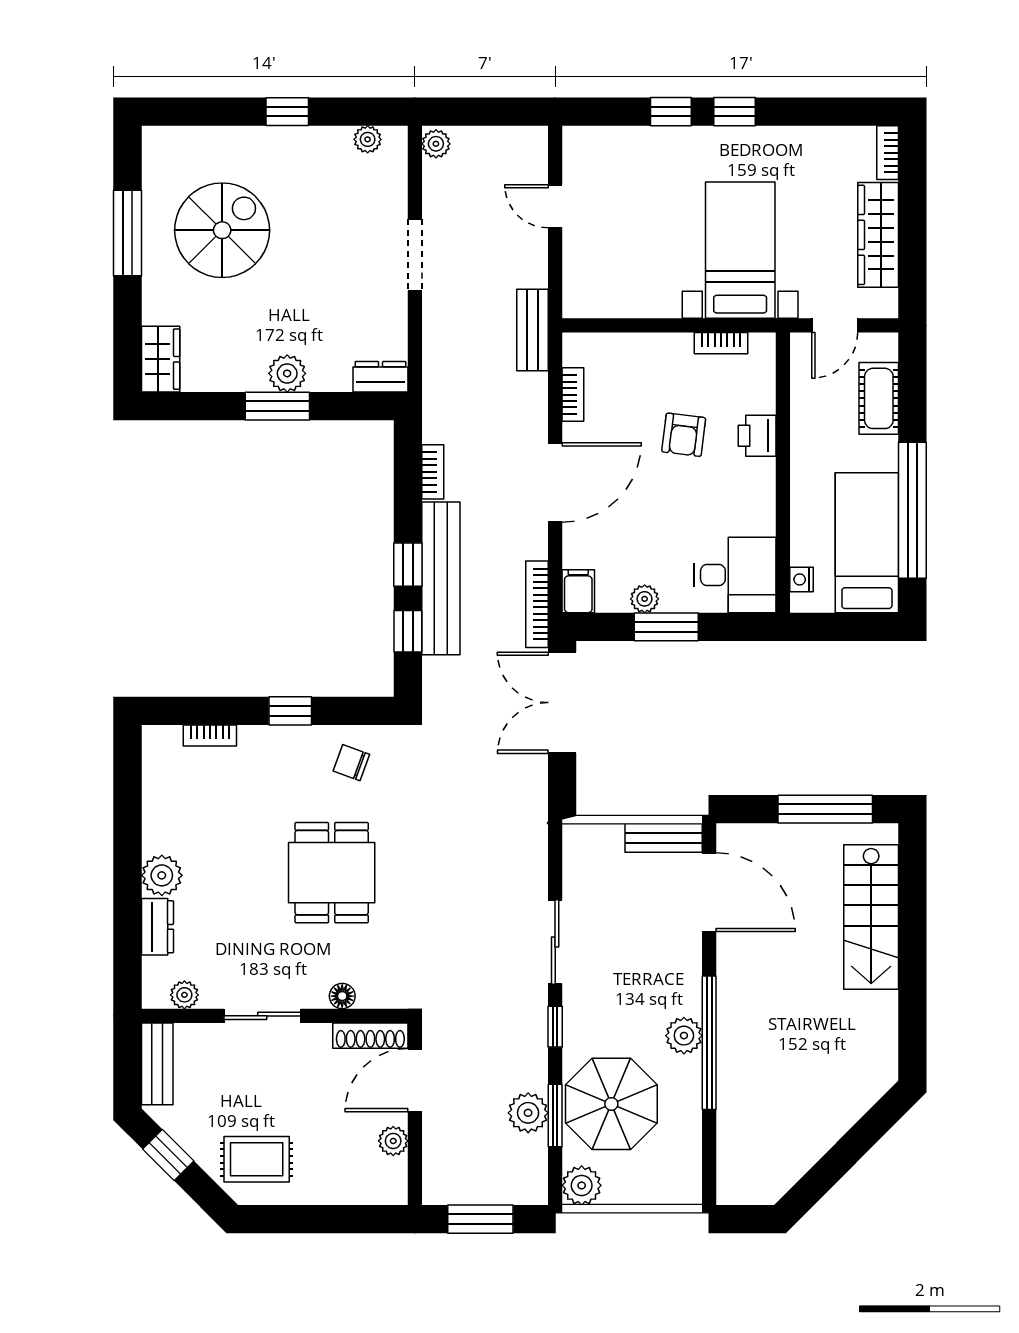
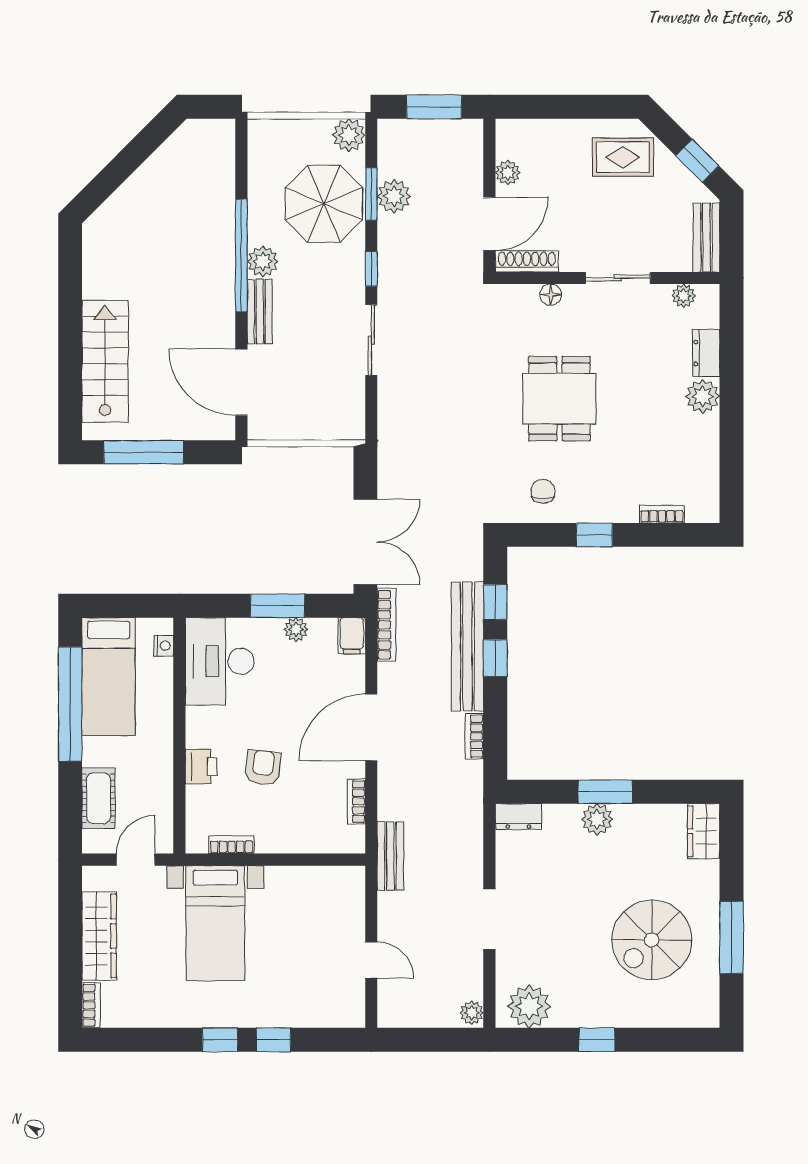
plant: (368, 139) -> (529, 1006), width x1.88, depth x1.88
desk: (735, 575) -> (220, 661), width x1.37
chair: (351, 763) -> (543, 491), turned -110
bench: (664, 838) -> (260, 312), moved, turned 90

